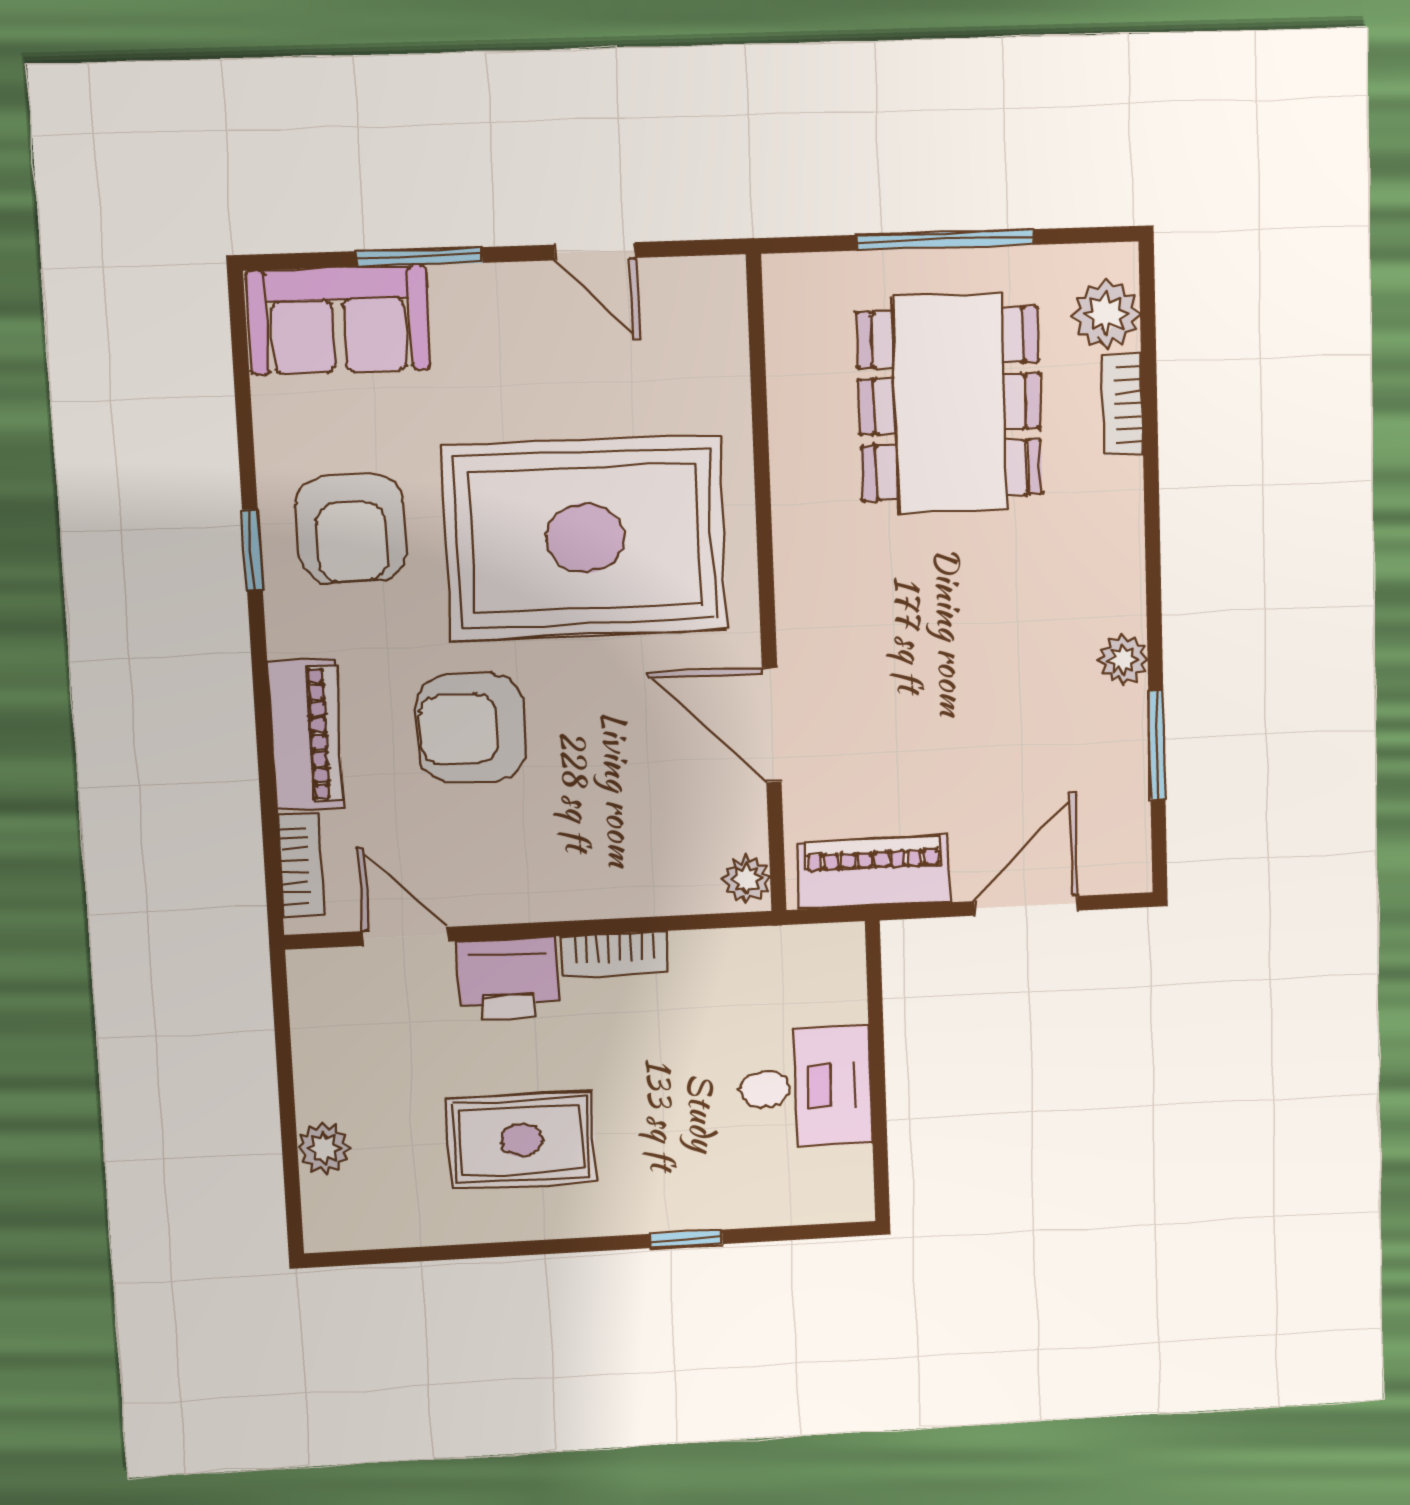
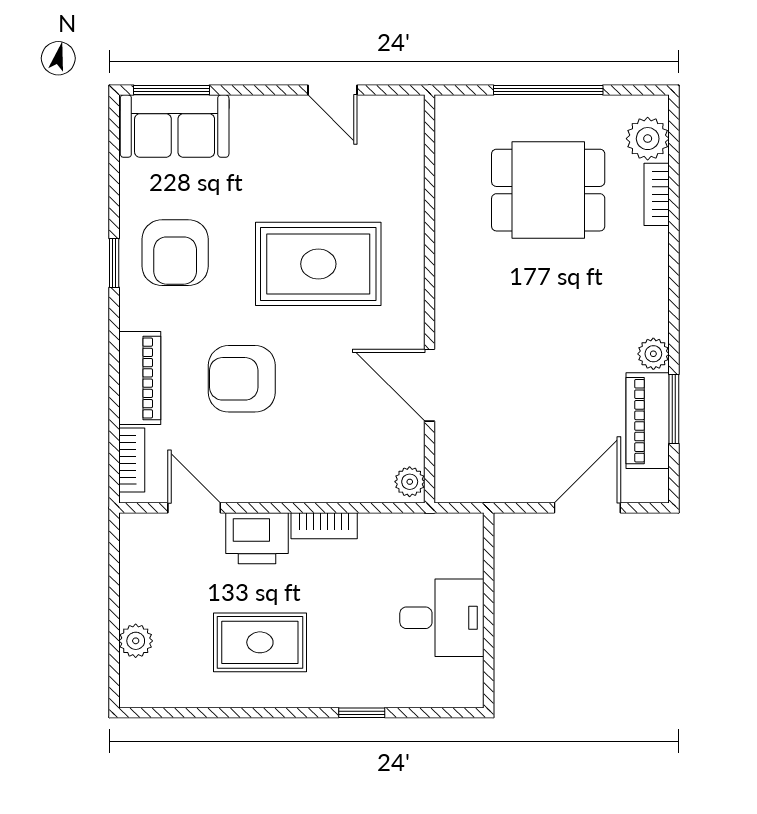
window: (419, 257) -> (172, 90), moved
dining table: (950, 404) -> (548, 190), width x0.73
rug: (585, 538) -> (318, 264), width x0.73, depth x0.69
piano: (873, 872) -> (648, 421), moved, turned -90

